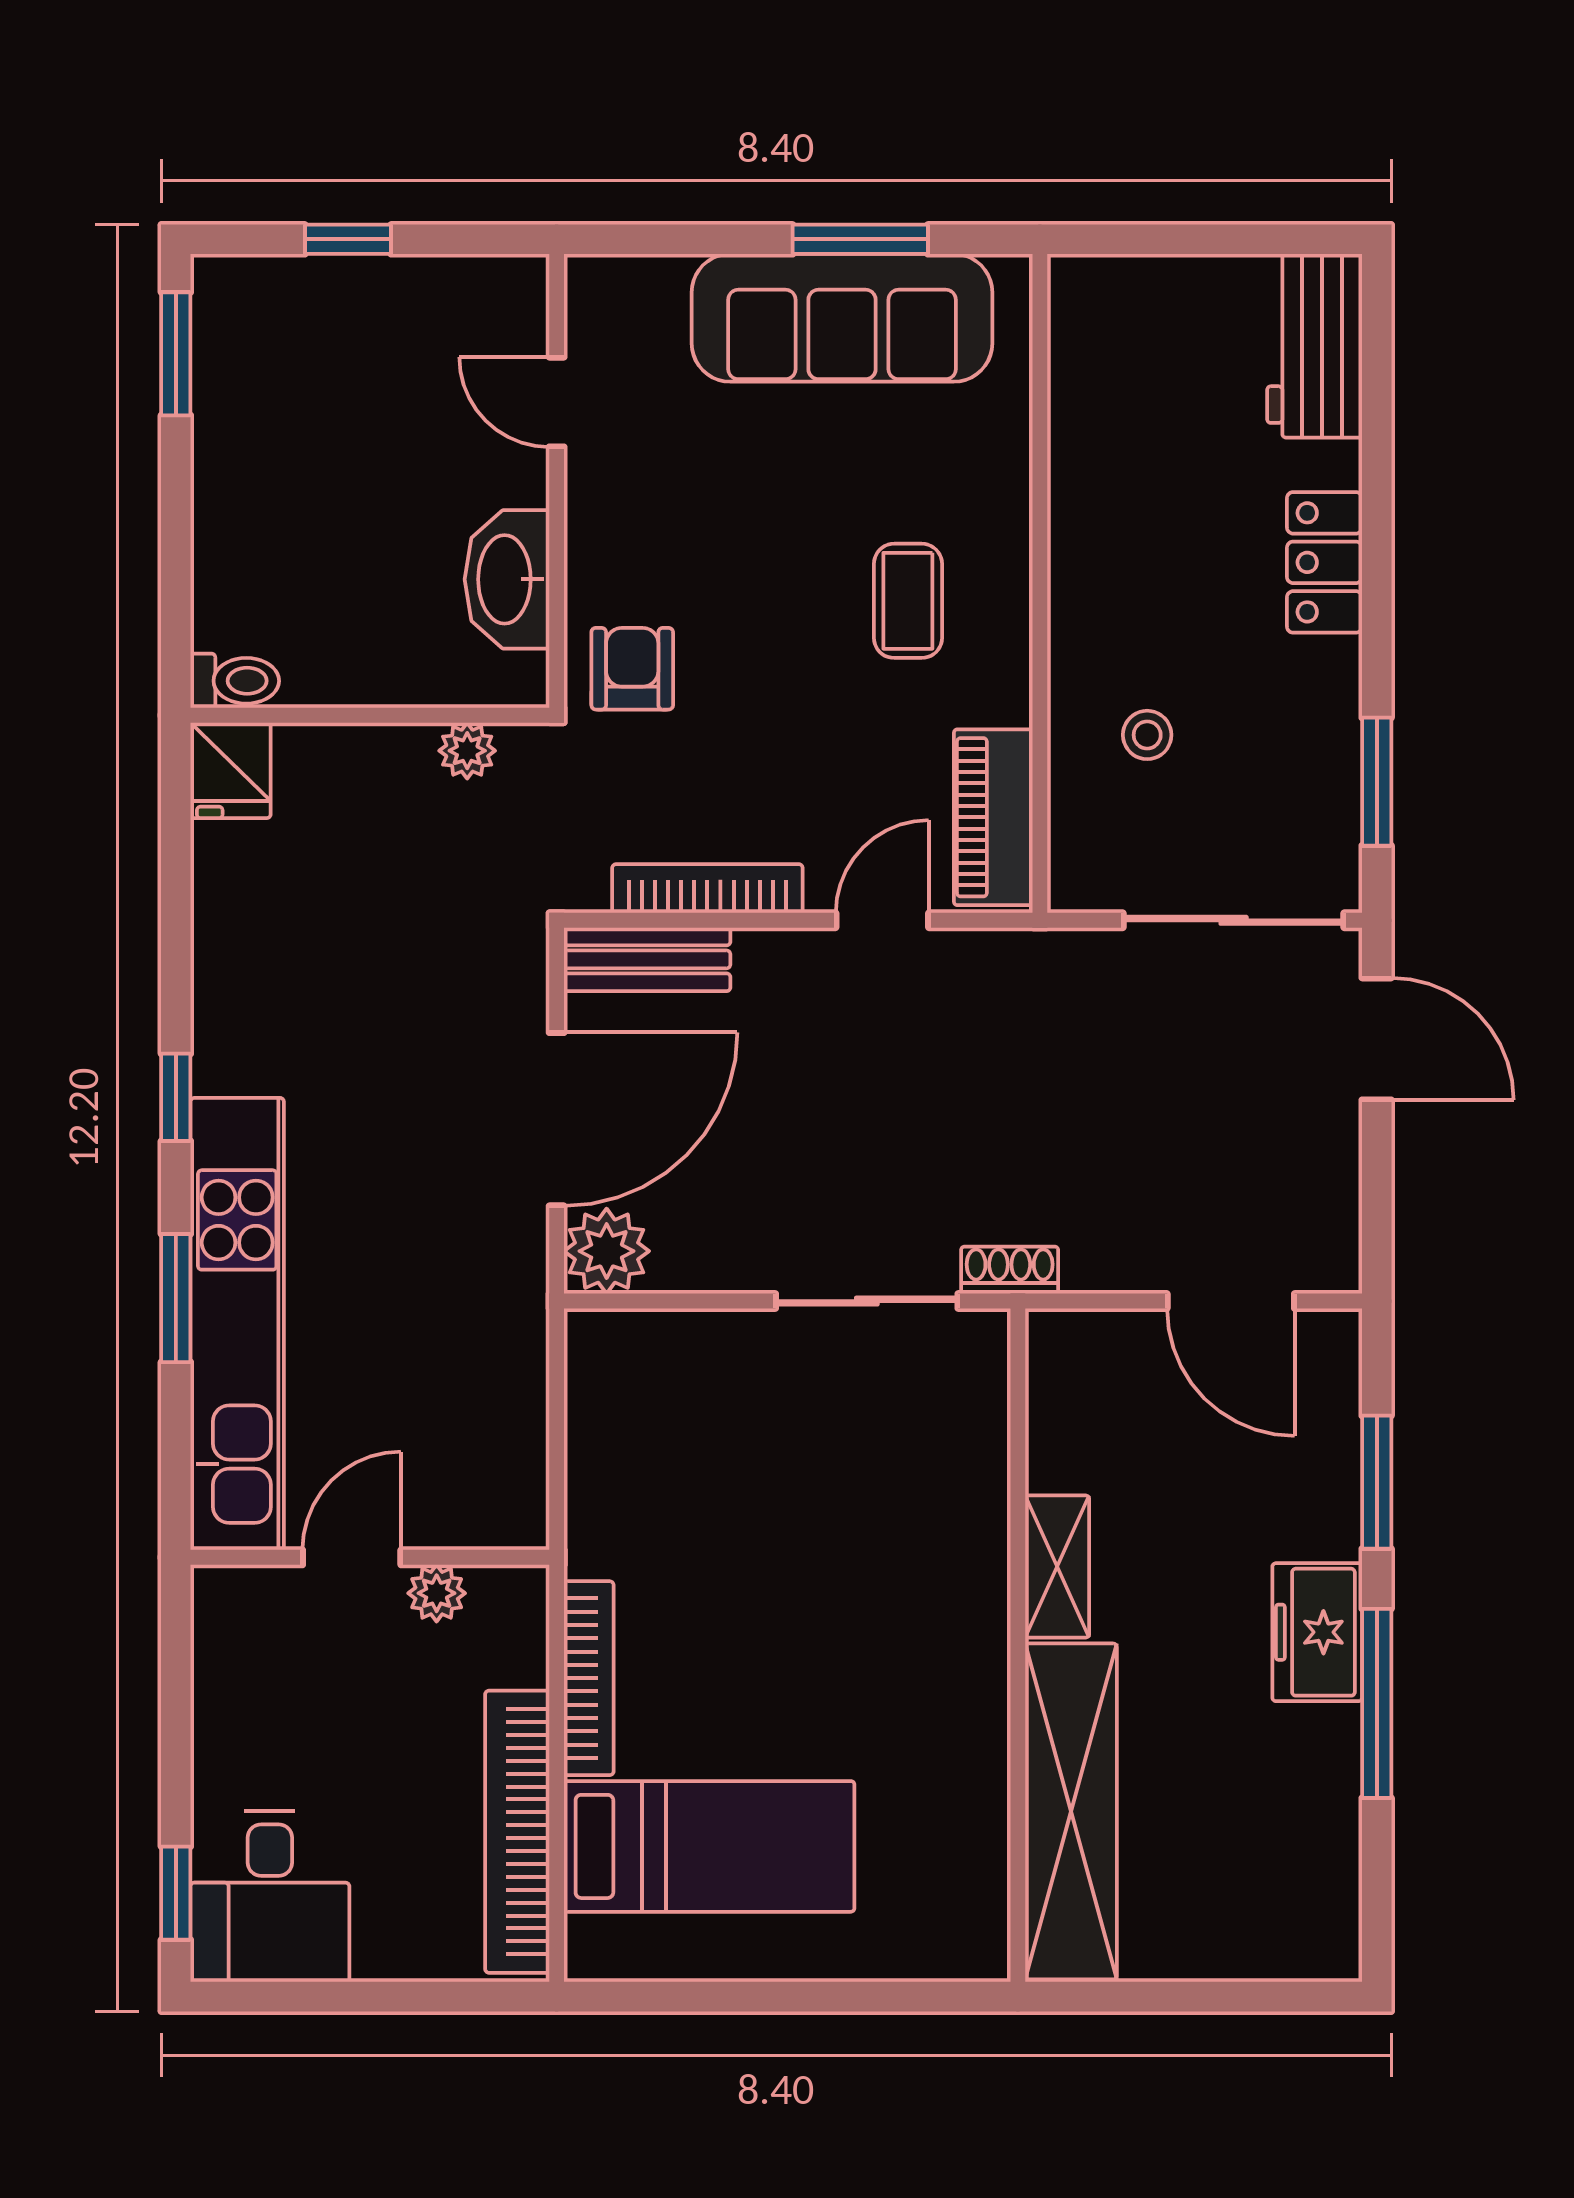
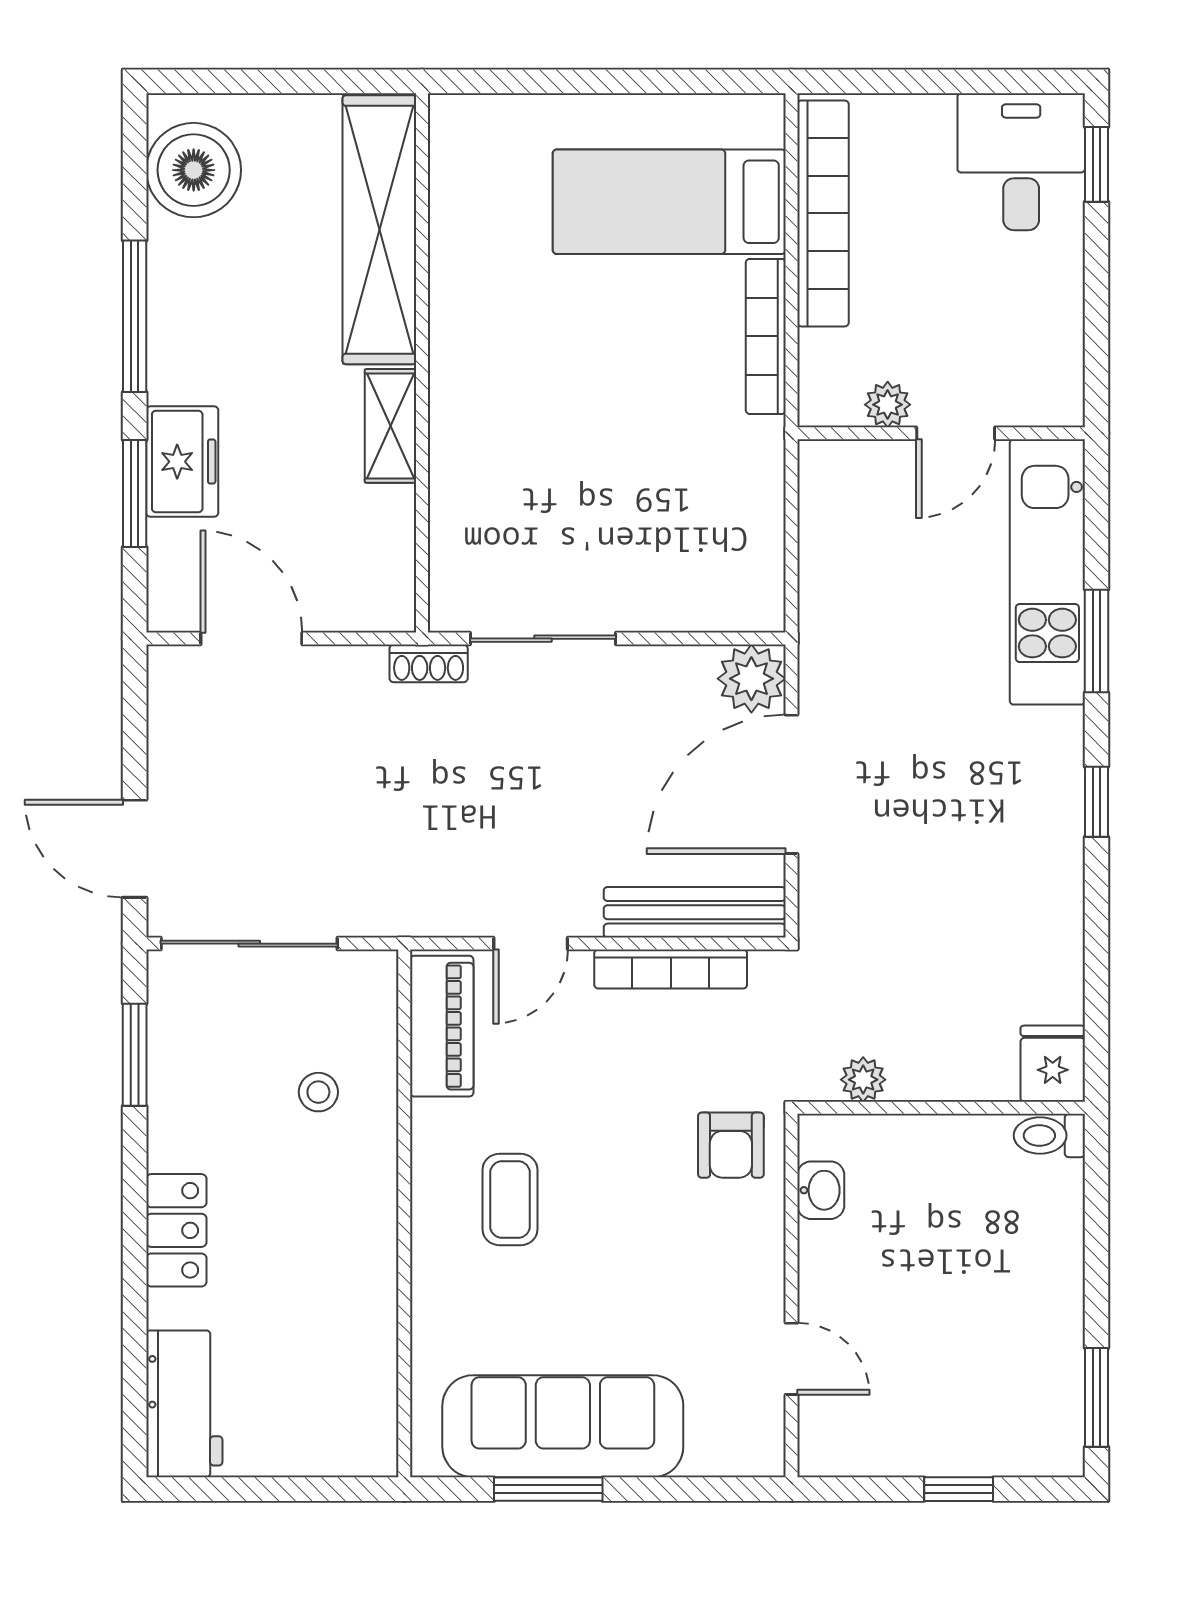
washbasin: (507, 579) -> (821, 1190), width x0.52, depth x0.69
bench: (647, 959) -> (695, 912), width x1.36
kitchen unit: (237, 1324) -> (1047, 572), width x0.73
freezer: (1317, 1632) -> (182, 462), moved
boiler: (1303, 1886) -> (194, 170), added

